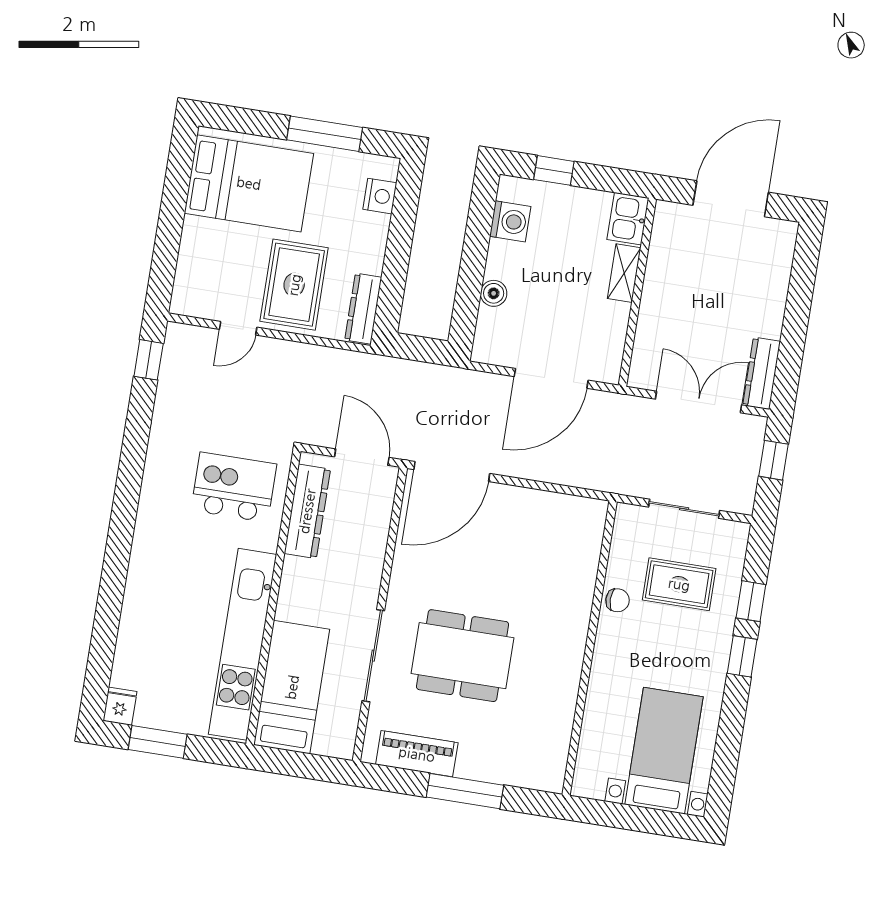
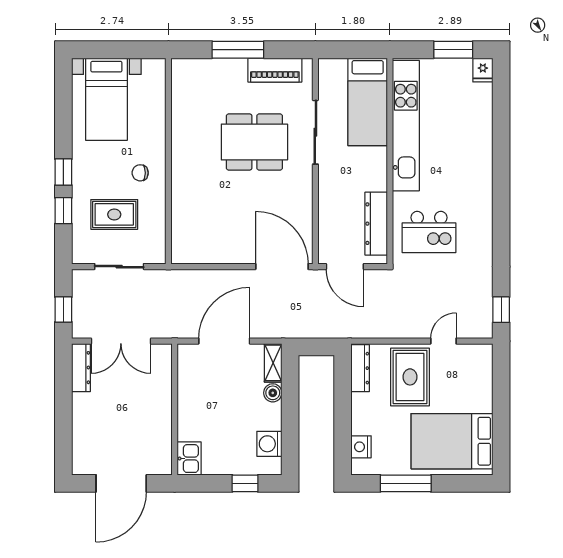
shelving: (624, 273) -> (273, 363), moved
door: (452, 472) -> (282, 267), hinge flipped
chair: (618, 600) -> (140, 173), moved

